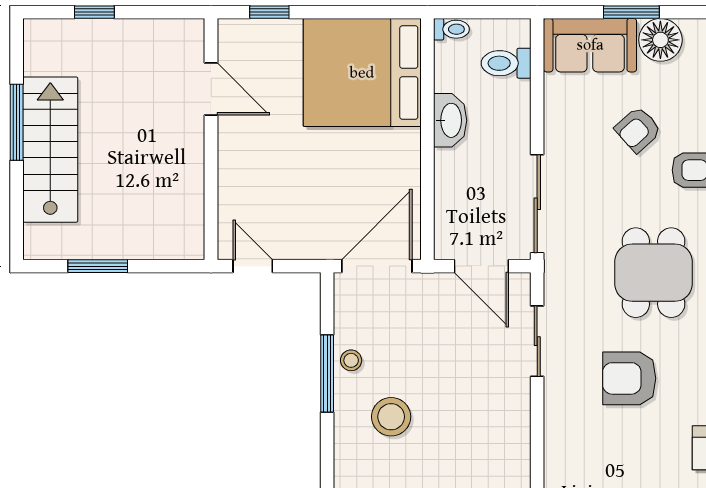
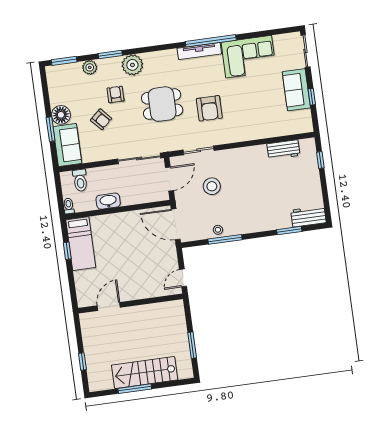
window: (269, 12) -> (67, 251), moved
bed: (362, 73) -> (81, 244), width x0.49
stool: (391, 417) -> (212, 186), moved

